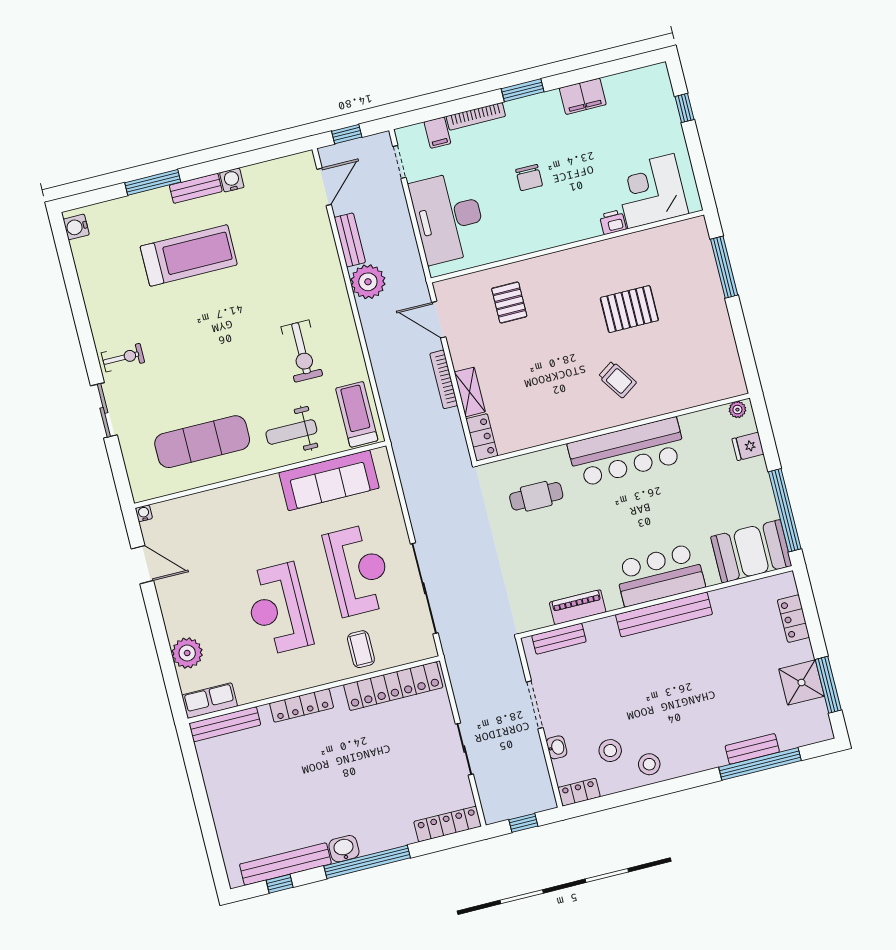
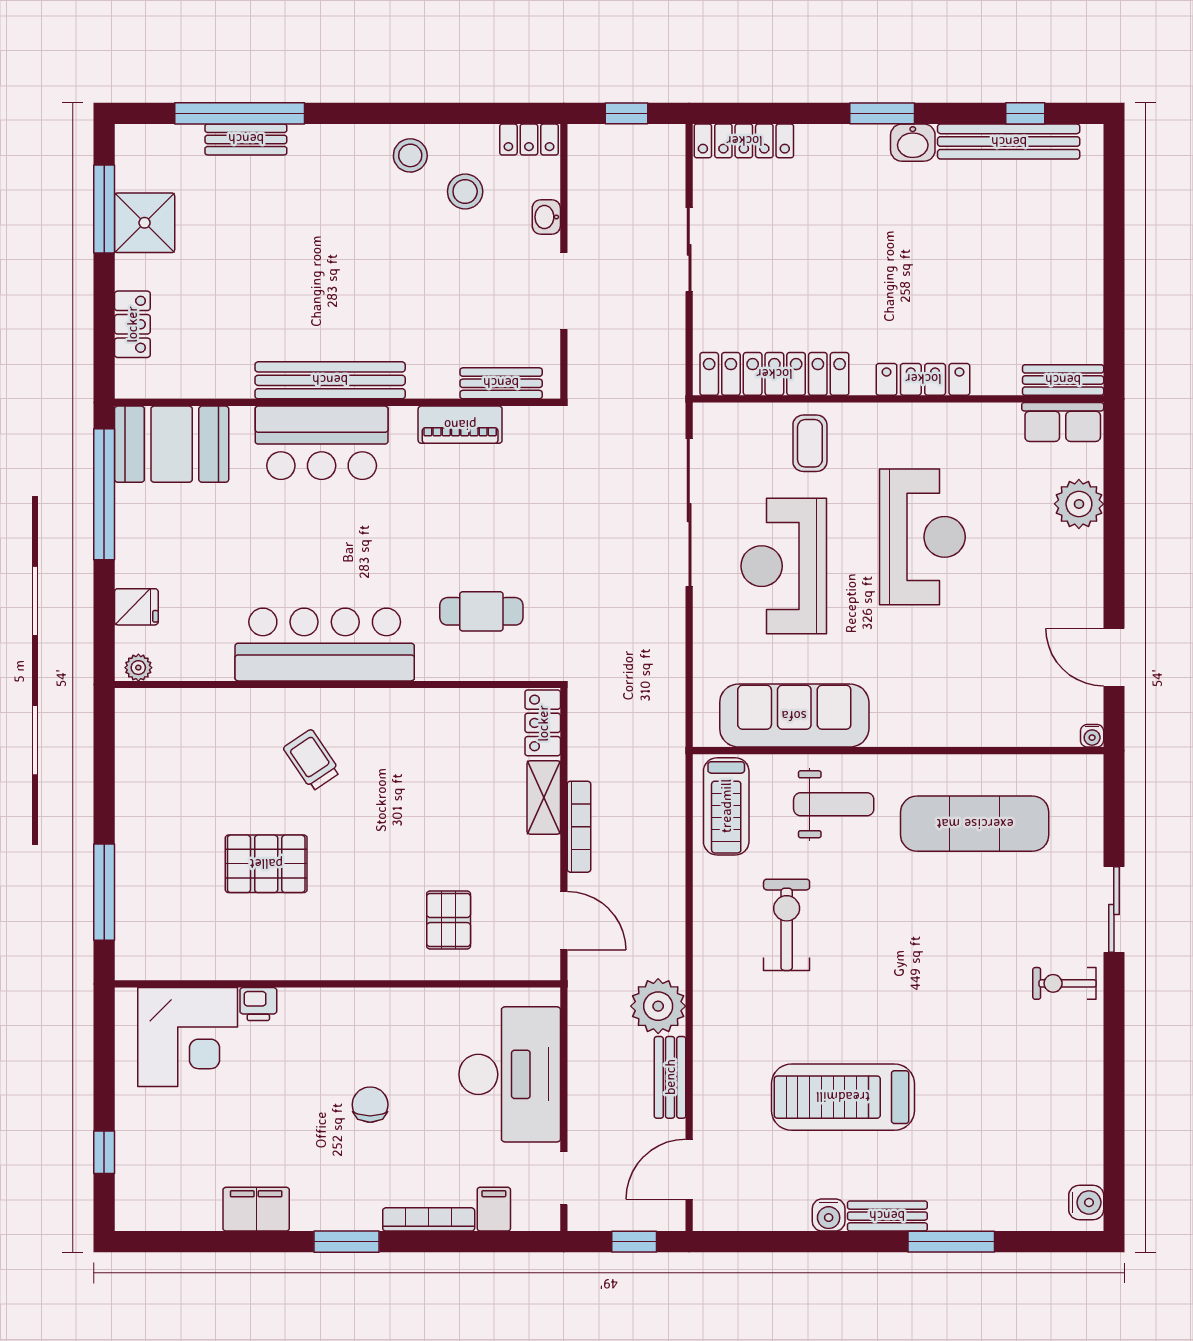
treadmill: (189, 255) -> (843, 1097), moved
bench: (225, 724) -> (1063, 380), width x0.73
window: (367, 862) -> (882, 113), width x0.47

